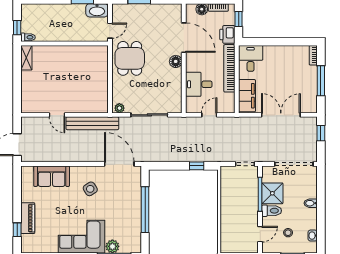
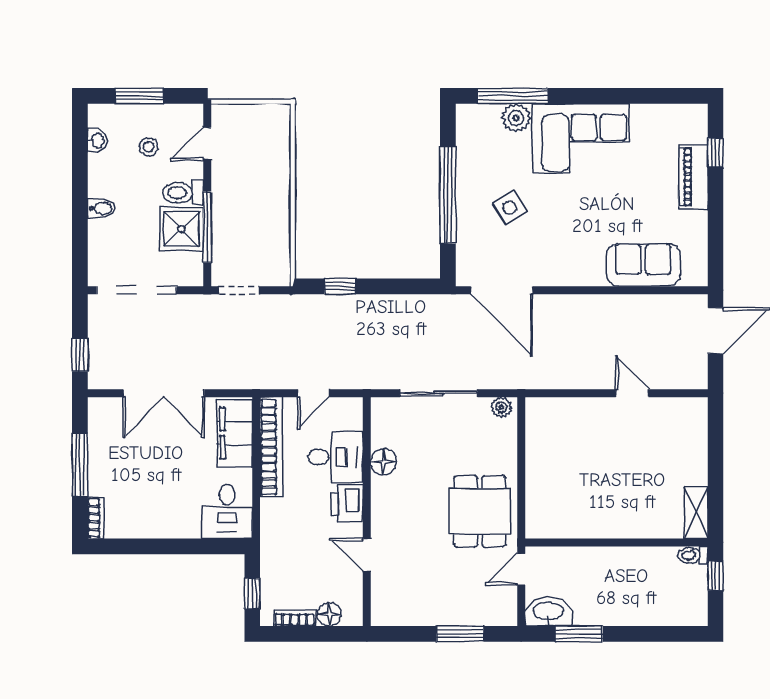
printer: (227, 34) -> (347, 504), moved, turned 180
door: (184, 38) -> (367, 555), width x0.53
floor lamp: (176, 61) -> (384, 462), moved
bookcase: (229, 68) -> (271, 447), moved
bench: (92, 123) -> (558, 376), removed
side table: (90, 189) -> (509, 208), moved

